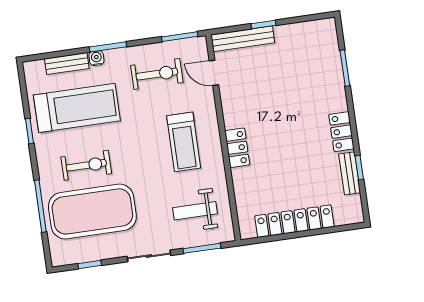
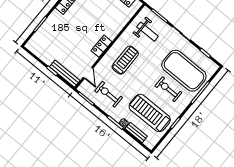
locker: (237, 148) -> (101, 46), moved

